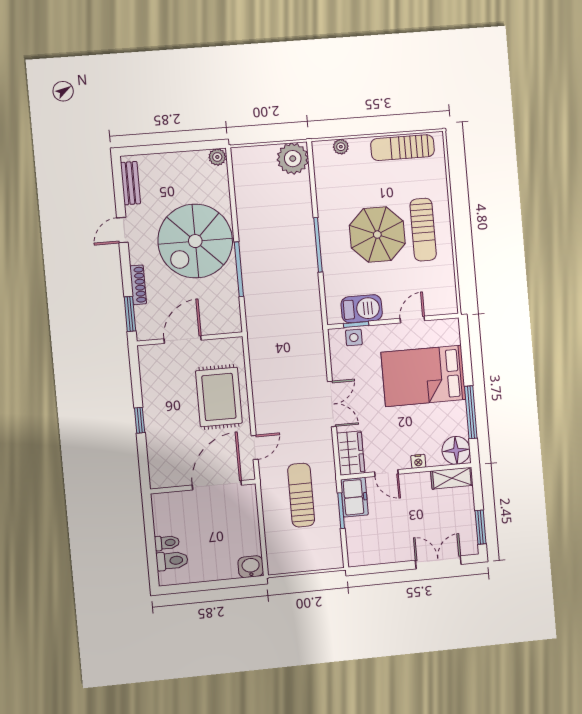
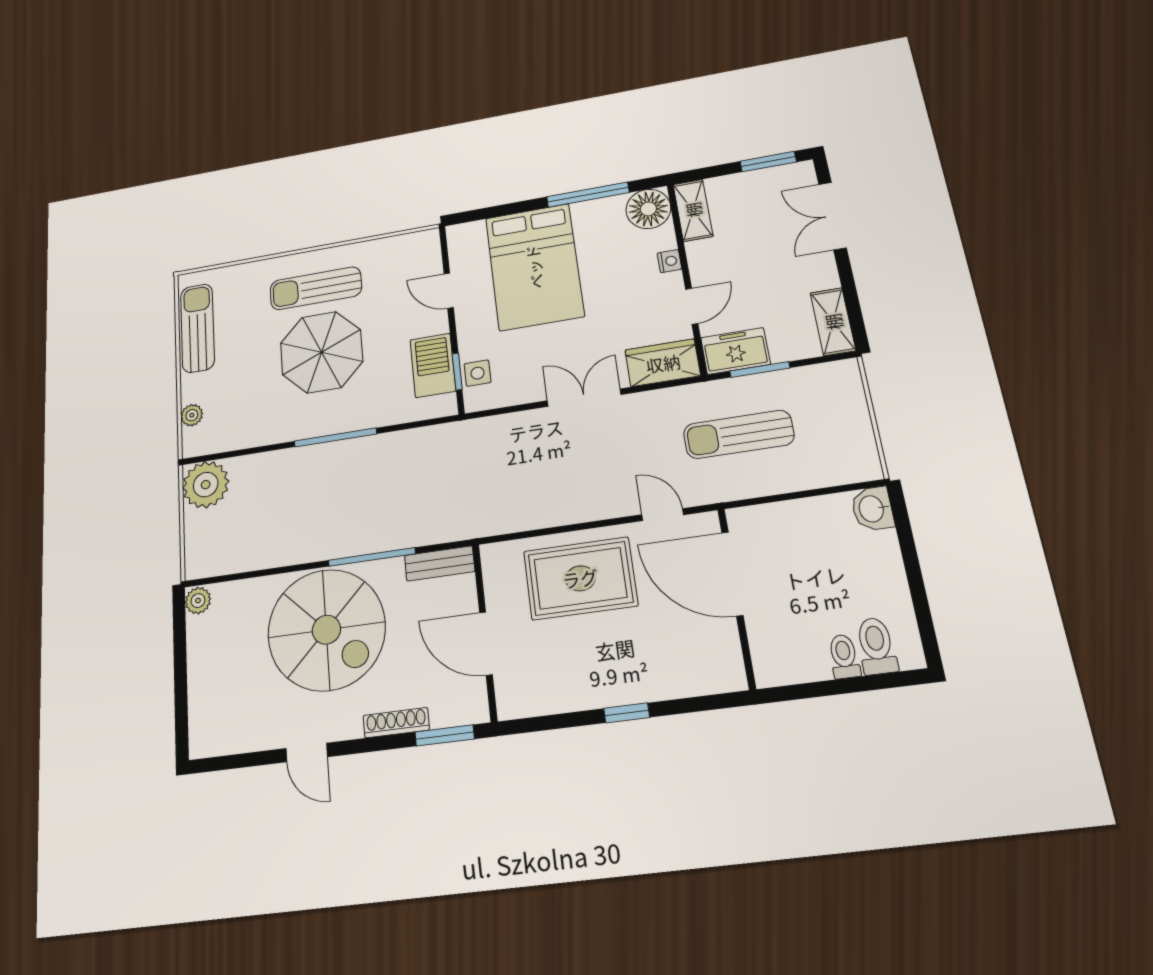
sun lounger: (402, 148) -> (197, 328), turned 180
bench: (130, 183) -> (440, 564), moved
sun lounger: (423, 230) -> (316, 288), turned 180
shelving: (368, 556) -> (833, 322), added

